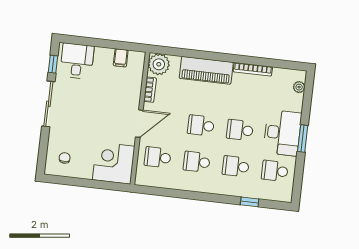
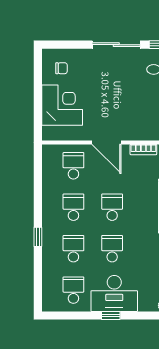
window: (303, 138) -> (111, 316), width x0.67
corner desk: (114, 163) -> (62, 105), moved
window: (250, 202) -> (38, 237), moved

